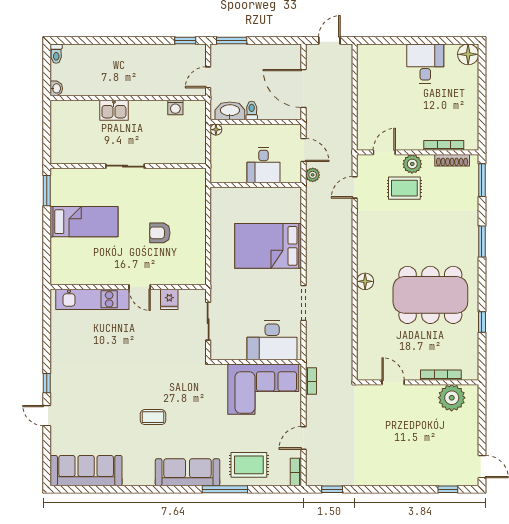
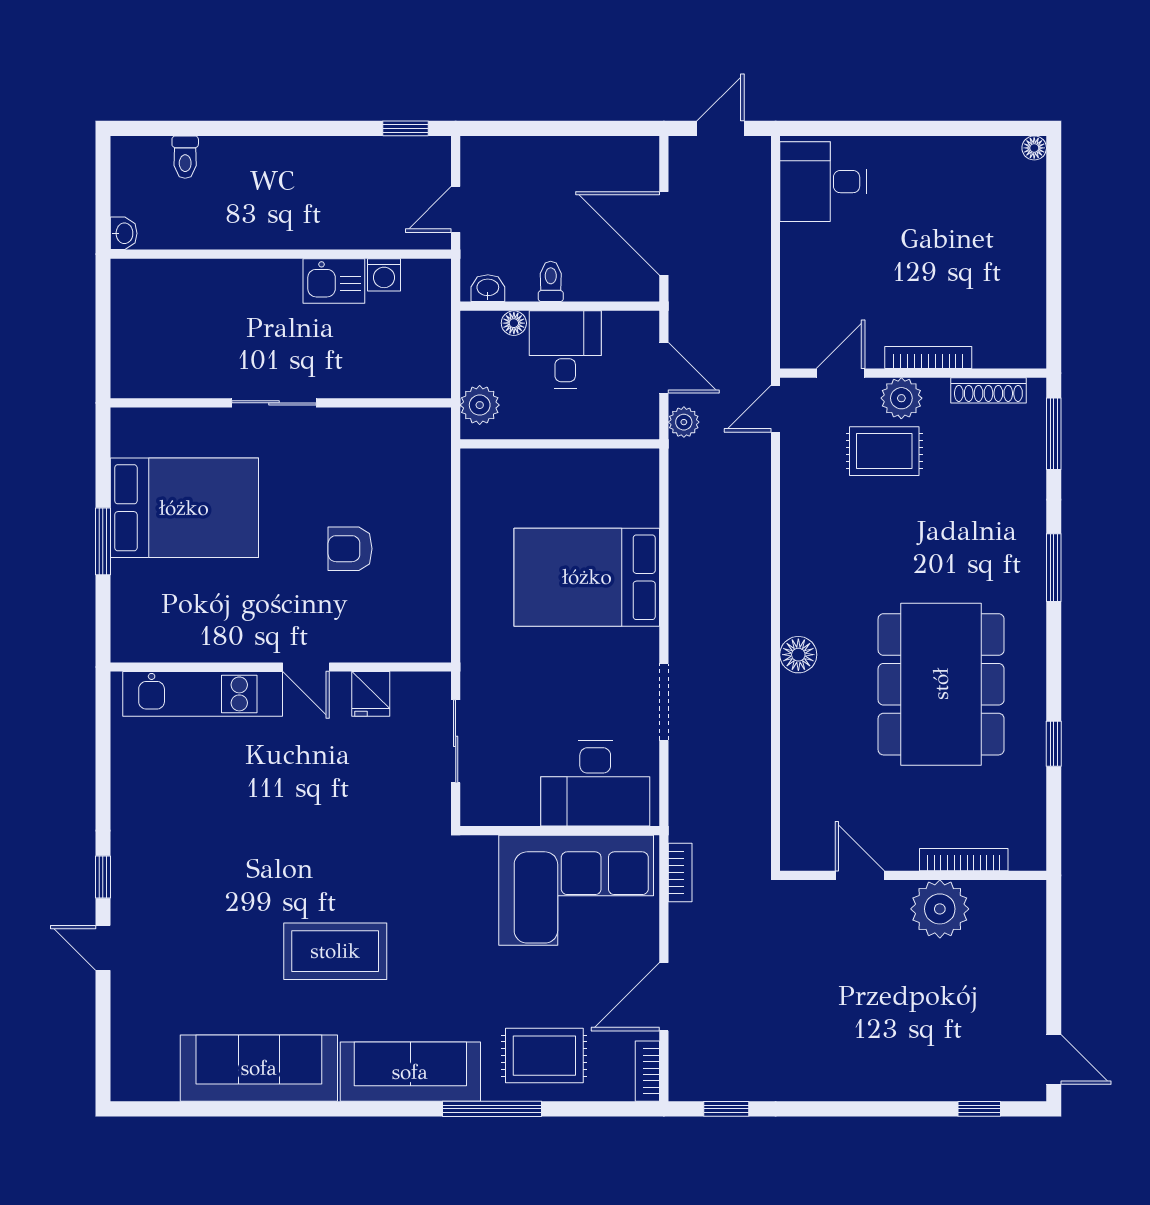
window: (232, 40) -> (507, 128), removed
toilet: (56, 54) -> (185, 157), moved
floor lamp: (468, 54) -> (1034, 148), width x0.53, depth x0.53
desk: (425, 64) -> (823, 182), moved, turned -90
kitchen sink: (114, 110) -> (334, 281), moved
washbasin: (230, 111) -> (488, 288), width x0.52, depth x0.69
floor lamp: (216, 130) -> (514, 323), moved
bookcase: (444, 145) -> (928, 358), moved
desk: (264, 165) -> (565, 349), moved, turned 180
plant: (219, 167) -> (480, 405), added
door: (355, 187) -> (776, 409), moved
window: (47, 191) -> (103, 541), moved
bed: (84, 222) -> (184, 508), width x1.50
dining table: (430, 295) -> (941, 684), turned 90
plant: (452, 398) -> (940, 909), moved
coffee table: (153, 417) -> (335, 951), width x1.86, depth x1.72
door: (304, 438) -> (664, 997), width x1.38
sofa: (86, 471) -> (259, 1068), moved

